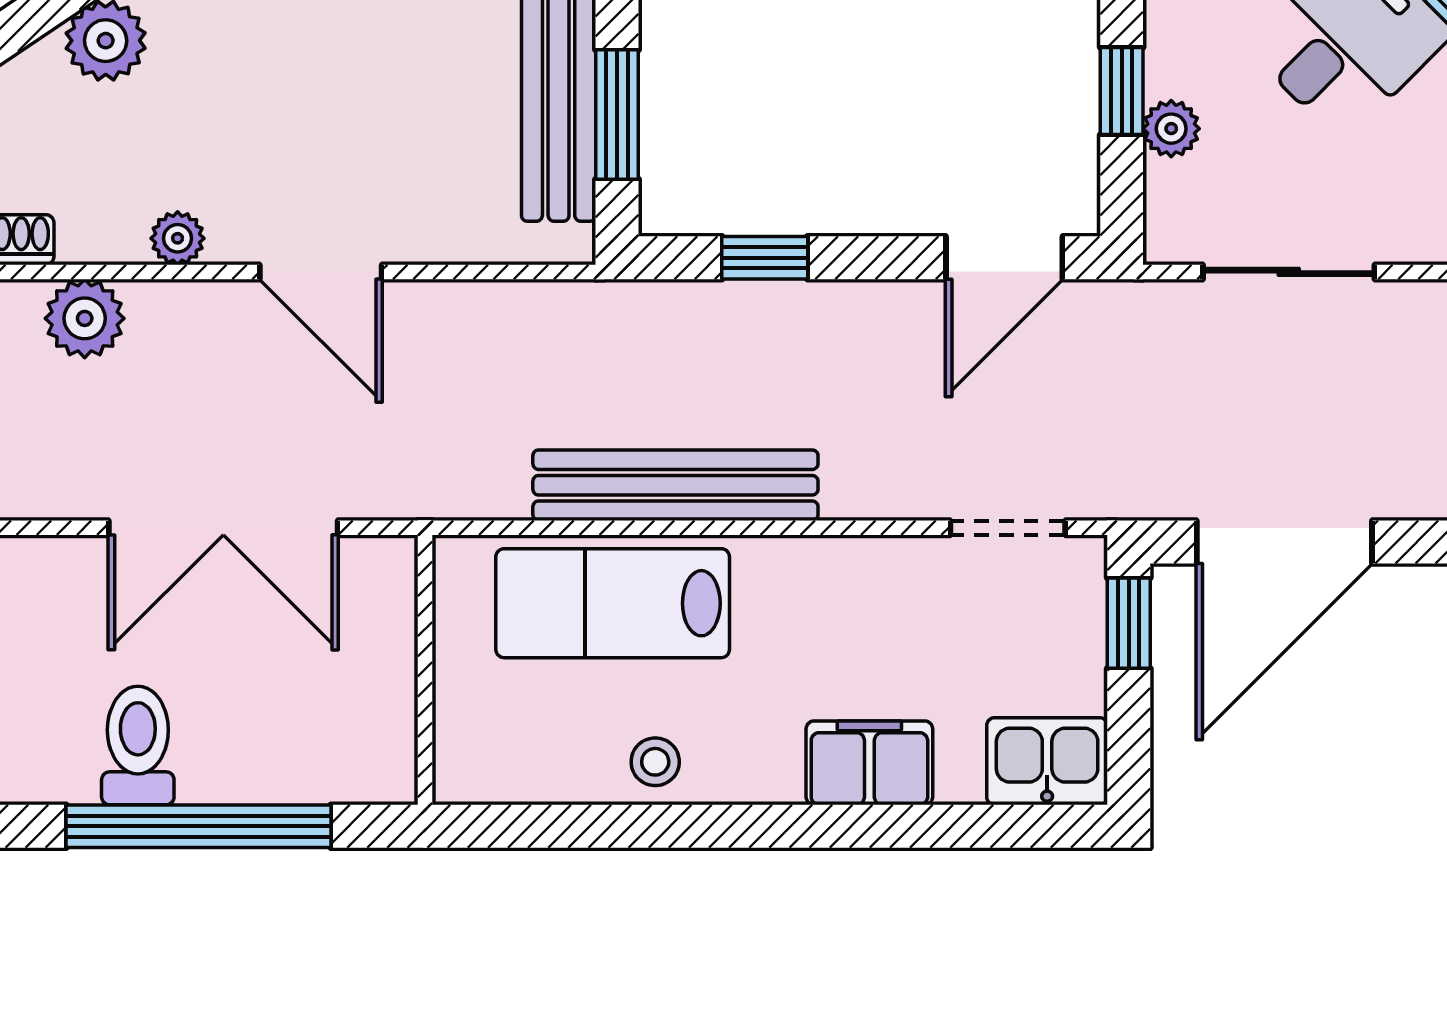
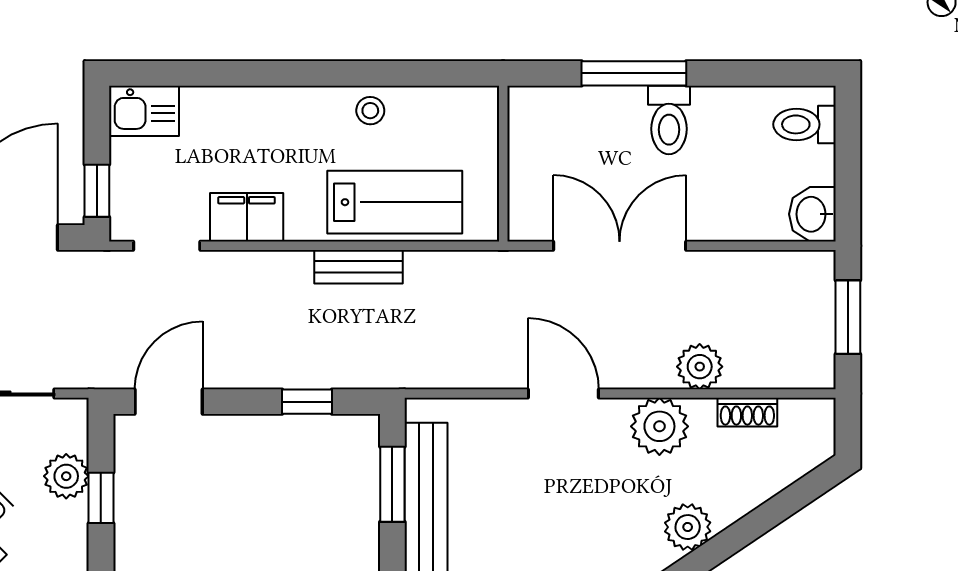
plant: (1171, 129) -> (66, 476), width x1.38, depth x1.38
plant: (178, 238) -> (659, 426), width x1.88, depth x1.88
bench: (675, 485) -> (359, 267), width x0.54, depth x0.82
filing cabinet: (869, 763) -> (247, 217), moved, turned 180
window: (198, 826) -> (634, 73), width x0.68

